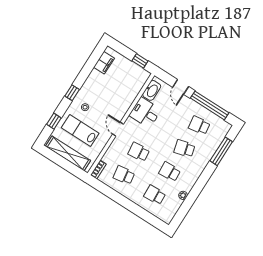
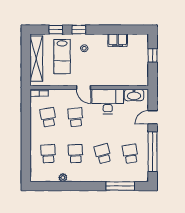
window: (140, 61) -> (153, 55), moved
filing cabinet: (104, 63) -> (118, 40), moved
window: (72, 93) -> (79, 30), moved
desk: (145, 113) -> (108, 102), width x1.37
door: (118, 129) -> (84, 88), swing flipped
lab bench: (80, 130) -> (62, 56), turned 180

